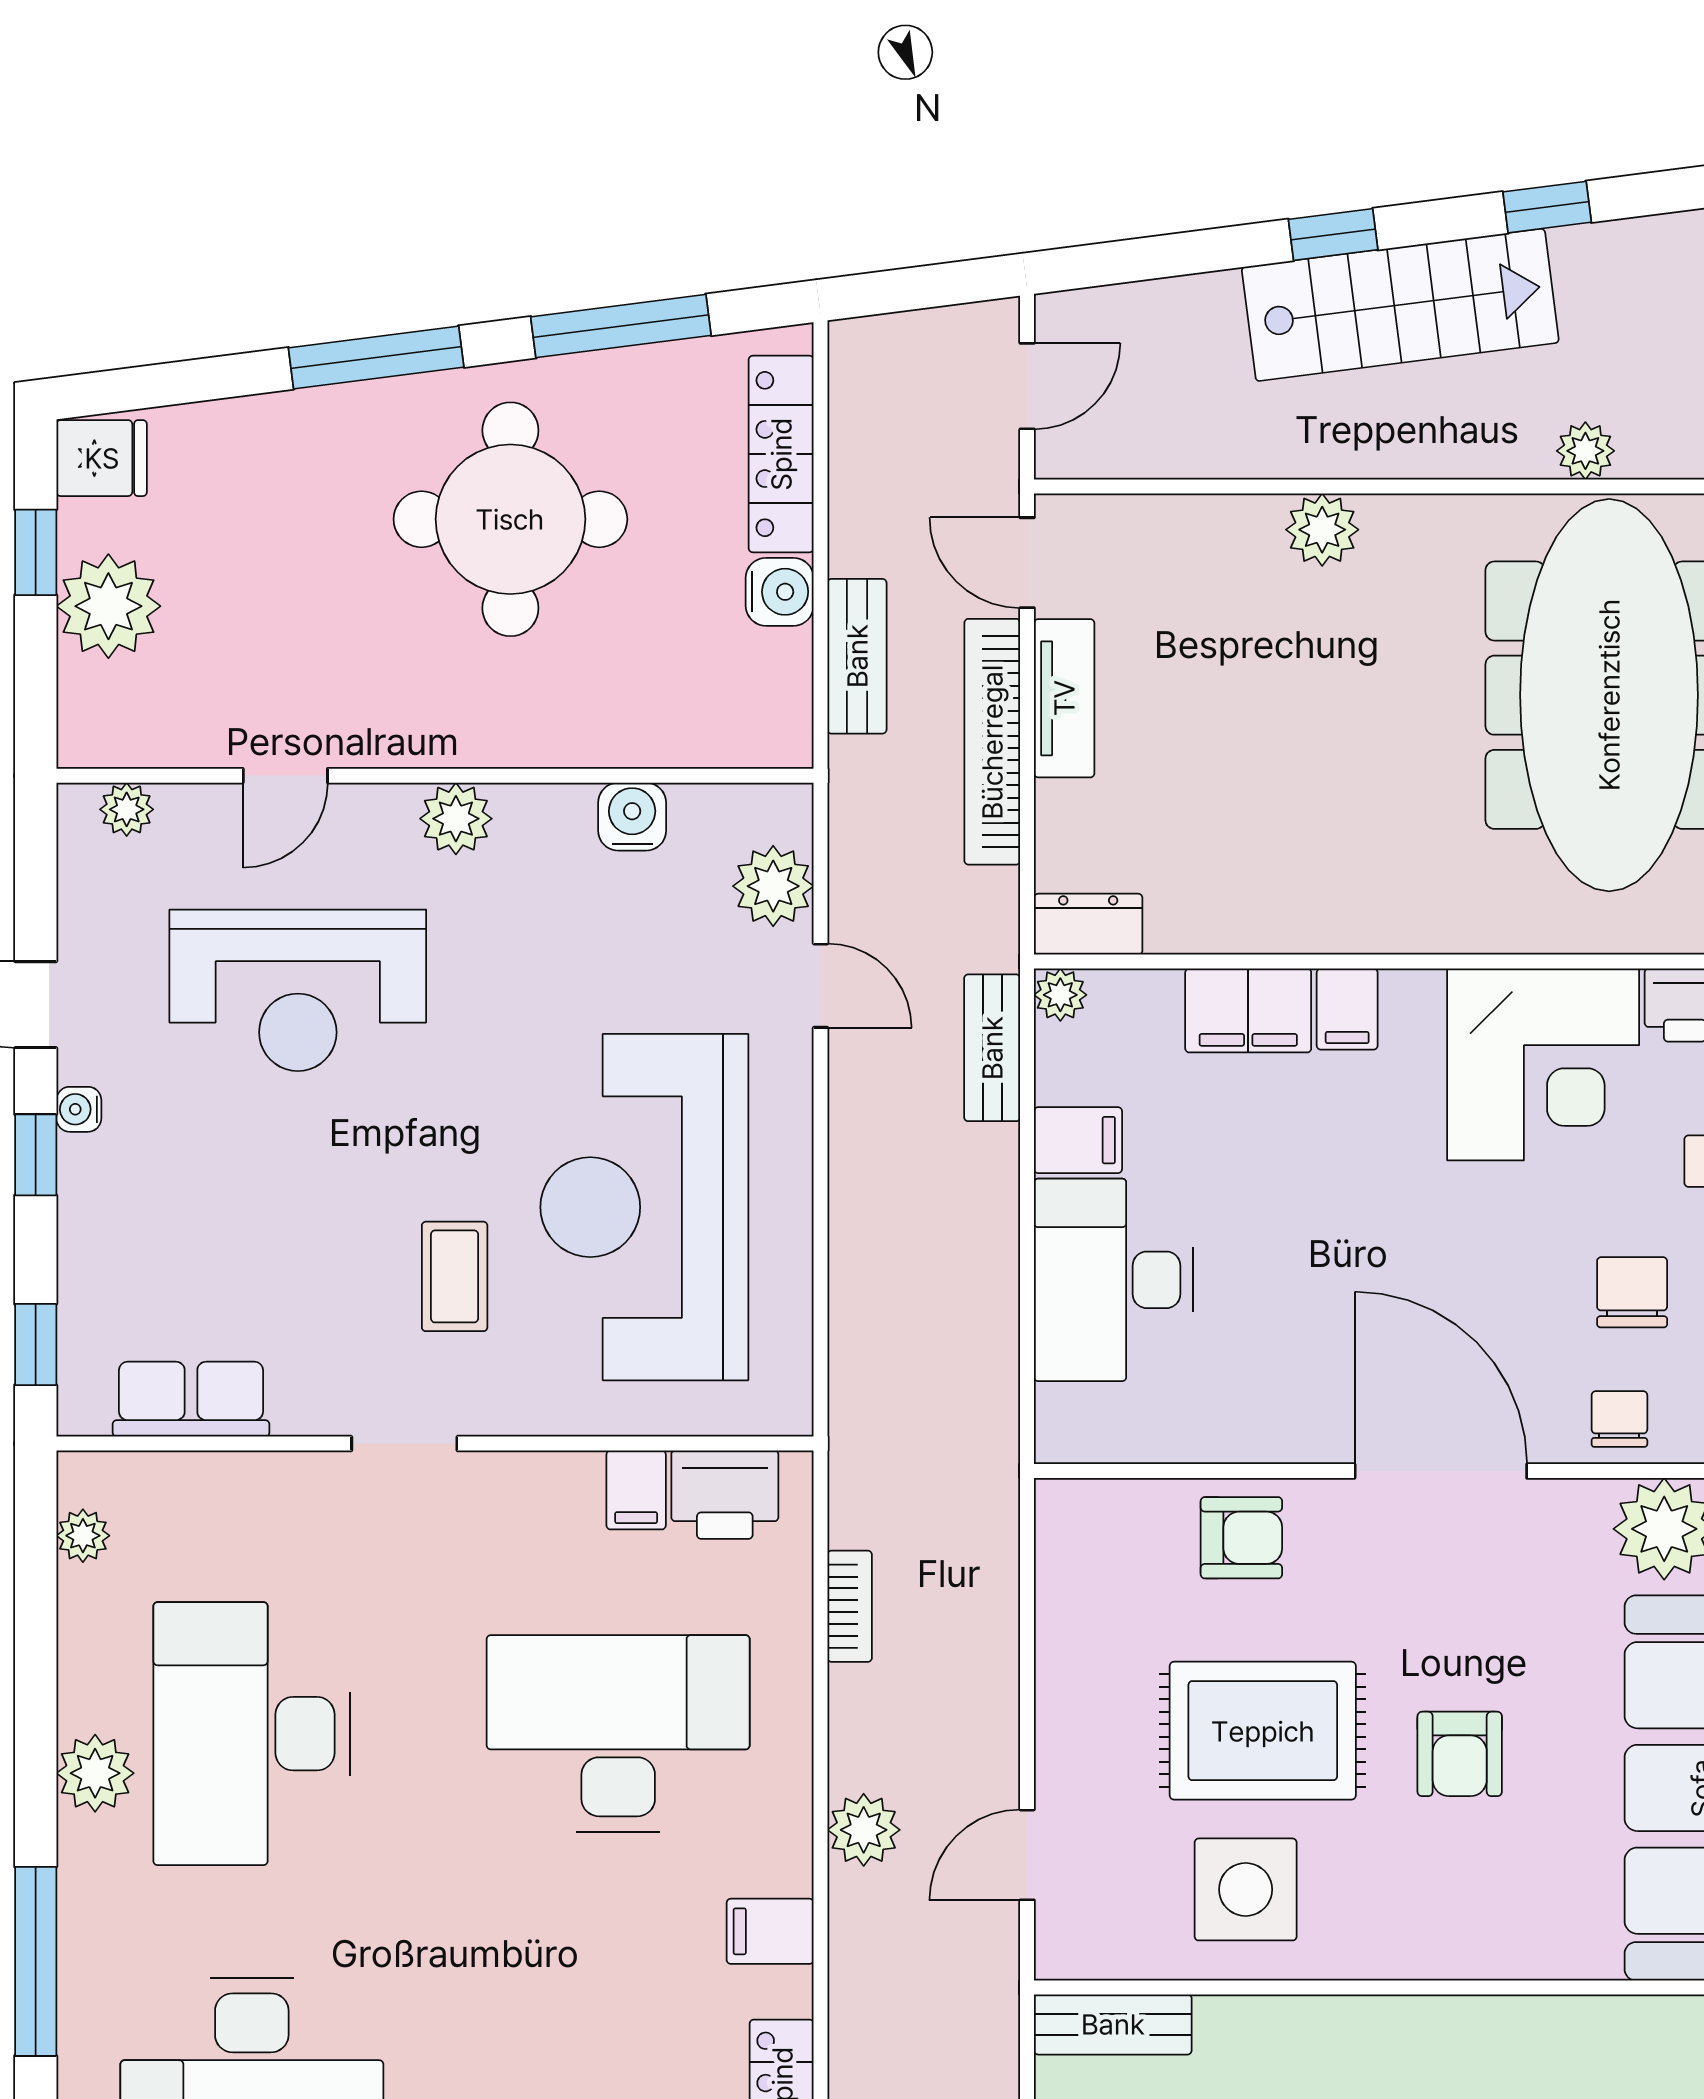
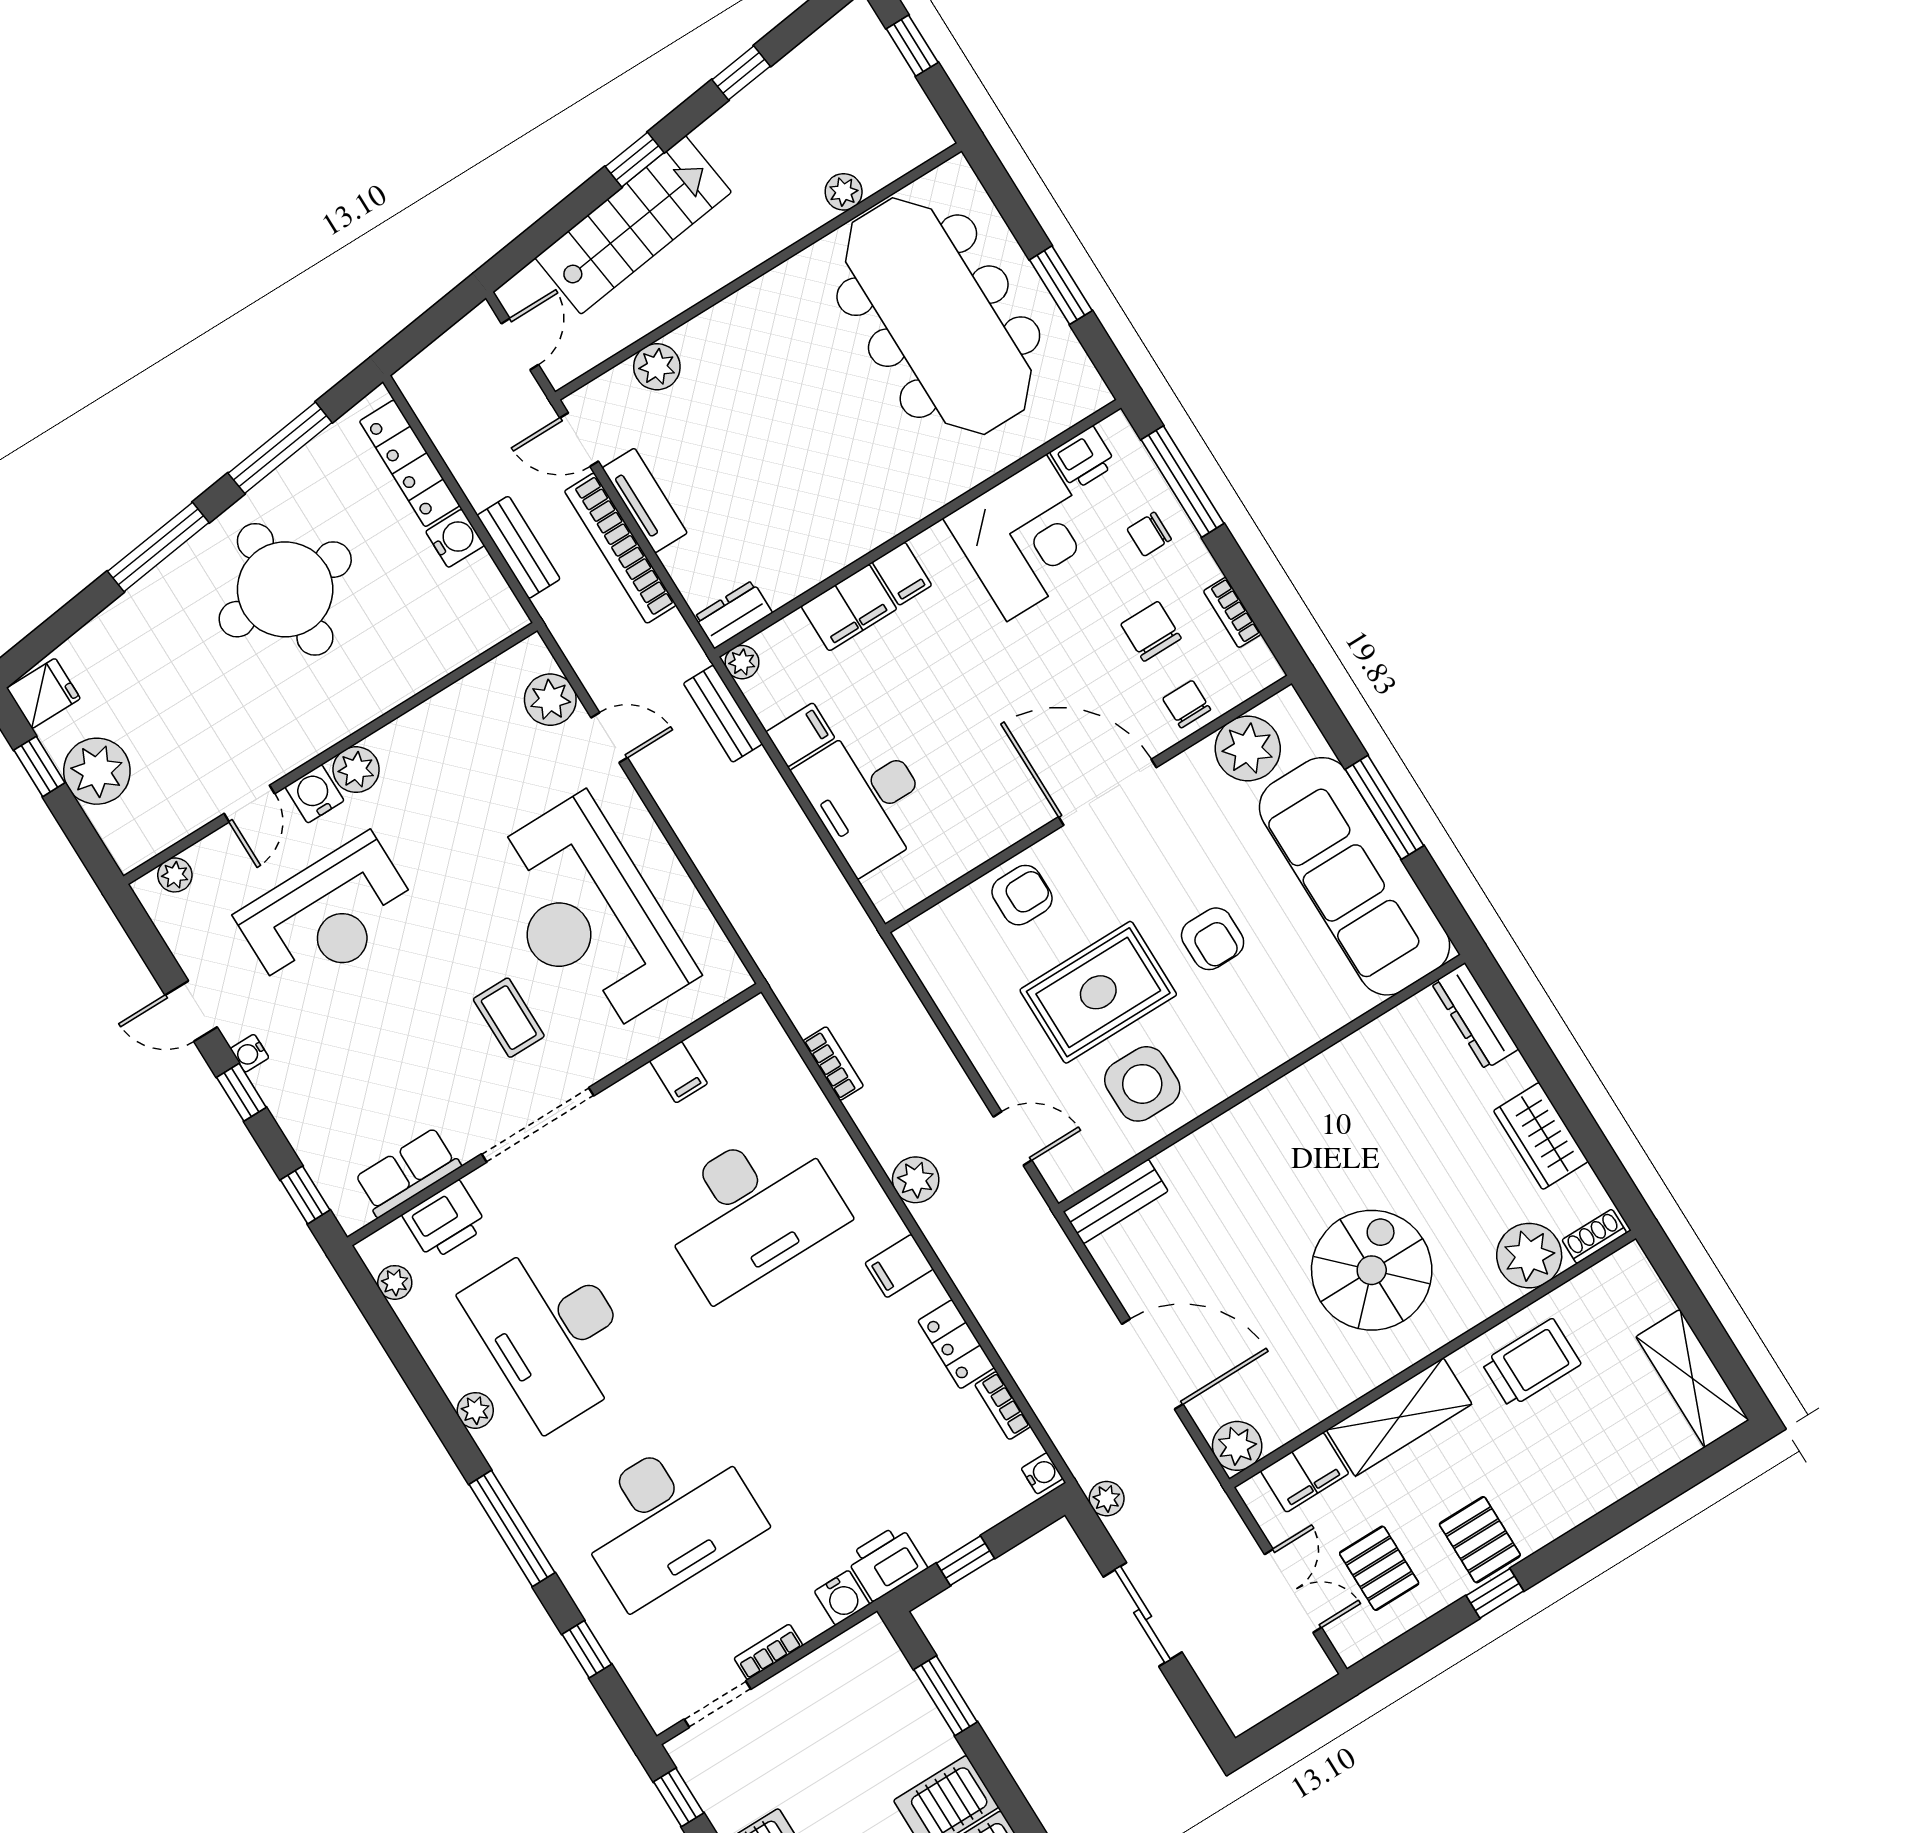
stairs: (1400, 305) -> (633, 225), moved
plant: (1322, 530) -> (657, 367), moved
water cooler: (632, 817) -> (315, 794), moved
doorway: (404, 1444) -> (538, 1125), width x1.87
printer: (725, 1495) -> (445, 1221), moved
desk: (618, 1734) -> (751, 1210), turned 180
plant: (95, 1773) -> (475, 1410), width x0.73, depth x0.73
door: (1027, 1855) -> (1012, 1138), swing flipped

